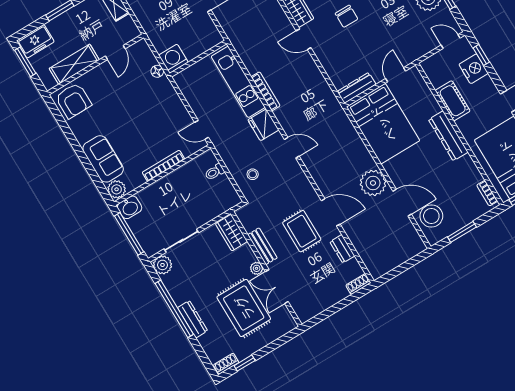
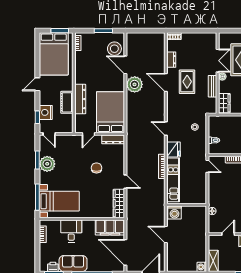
chair: (347, 16) -> (97, 168), moved
washing machine: (173, 59) -> (174, 212), moved
dresser: (448, 136) -> (80, 99), moved

